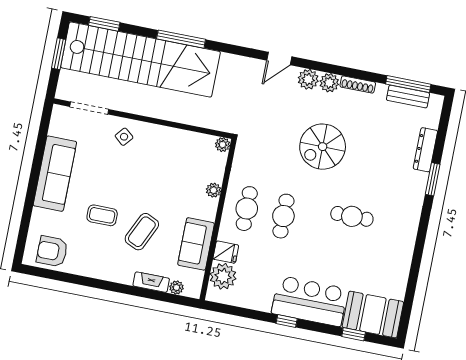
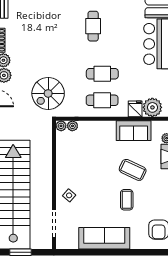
spiral stairs: (323, 147) -> (48, 93), moved, turned 90
plant: (213, 190) -> (72, 126), moved

